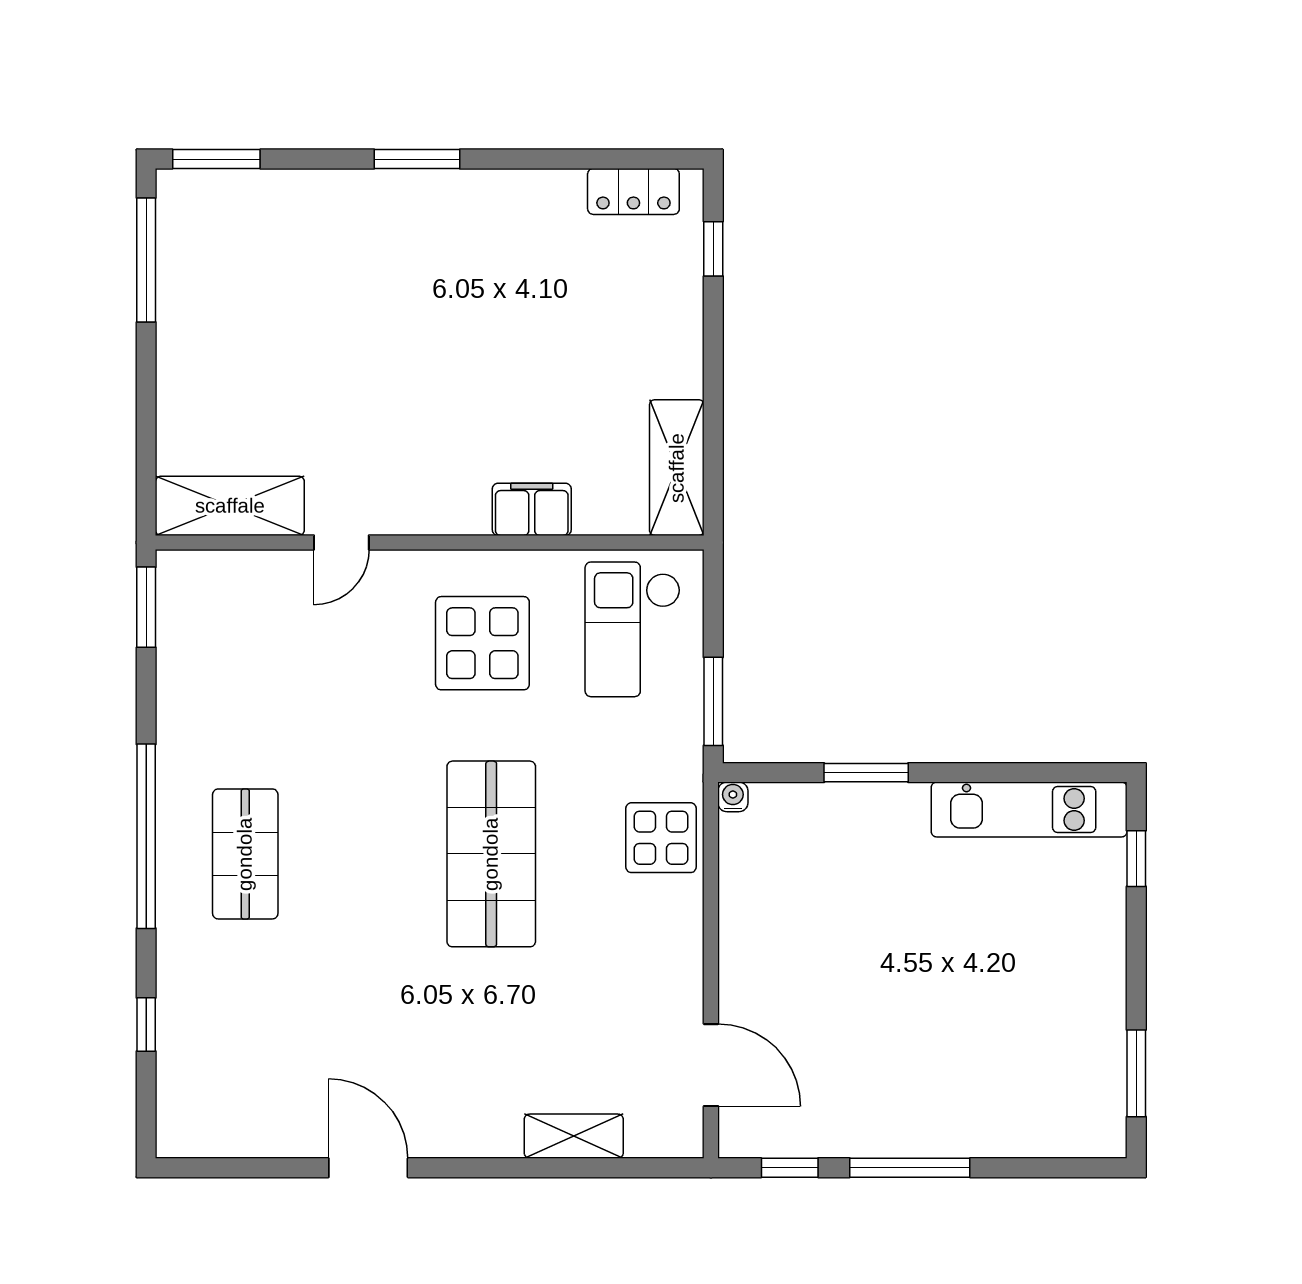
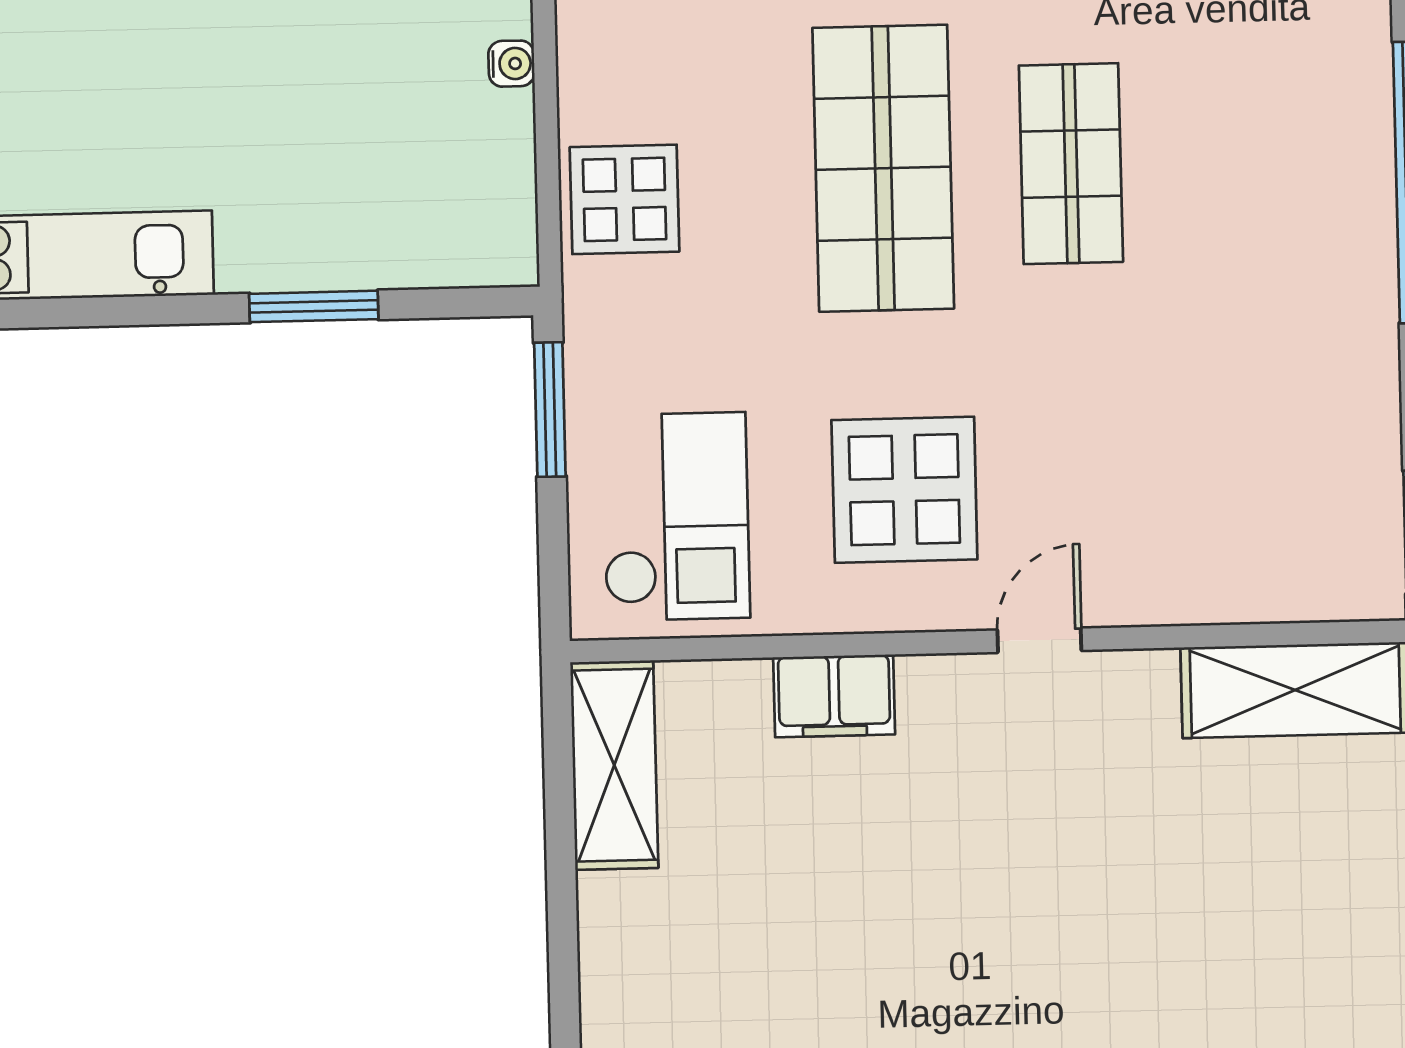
door: (341, 543) -> (1039, 640), moved
water cooler: (733, 797) -> (511, 64), moved, turned -90
shop shelf: (245, 854) -> (1071, 164), moved

